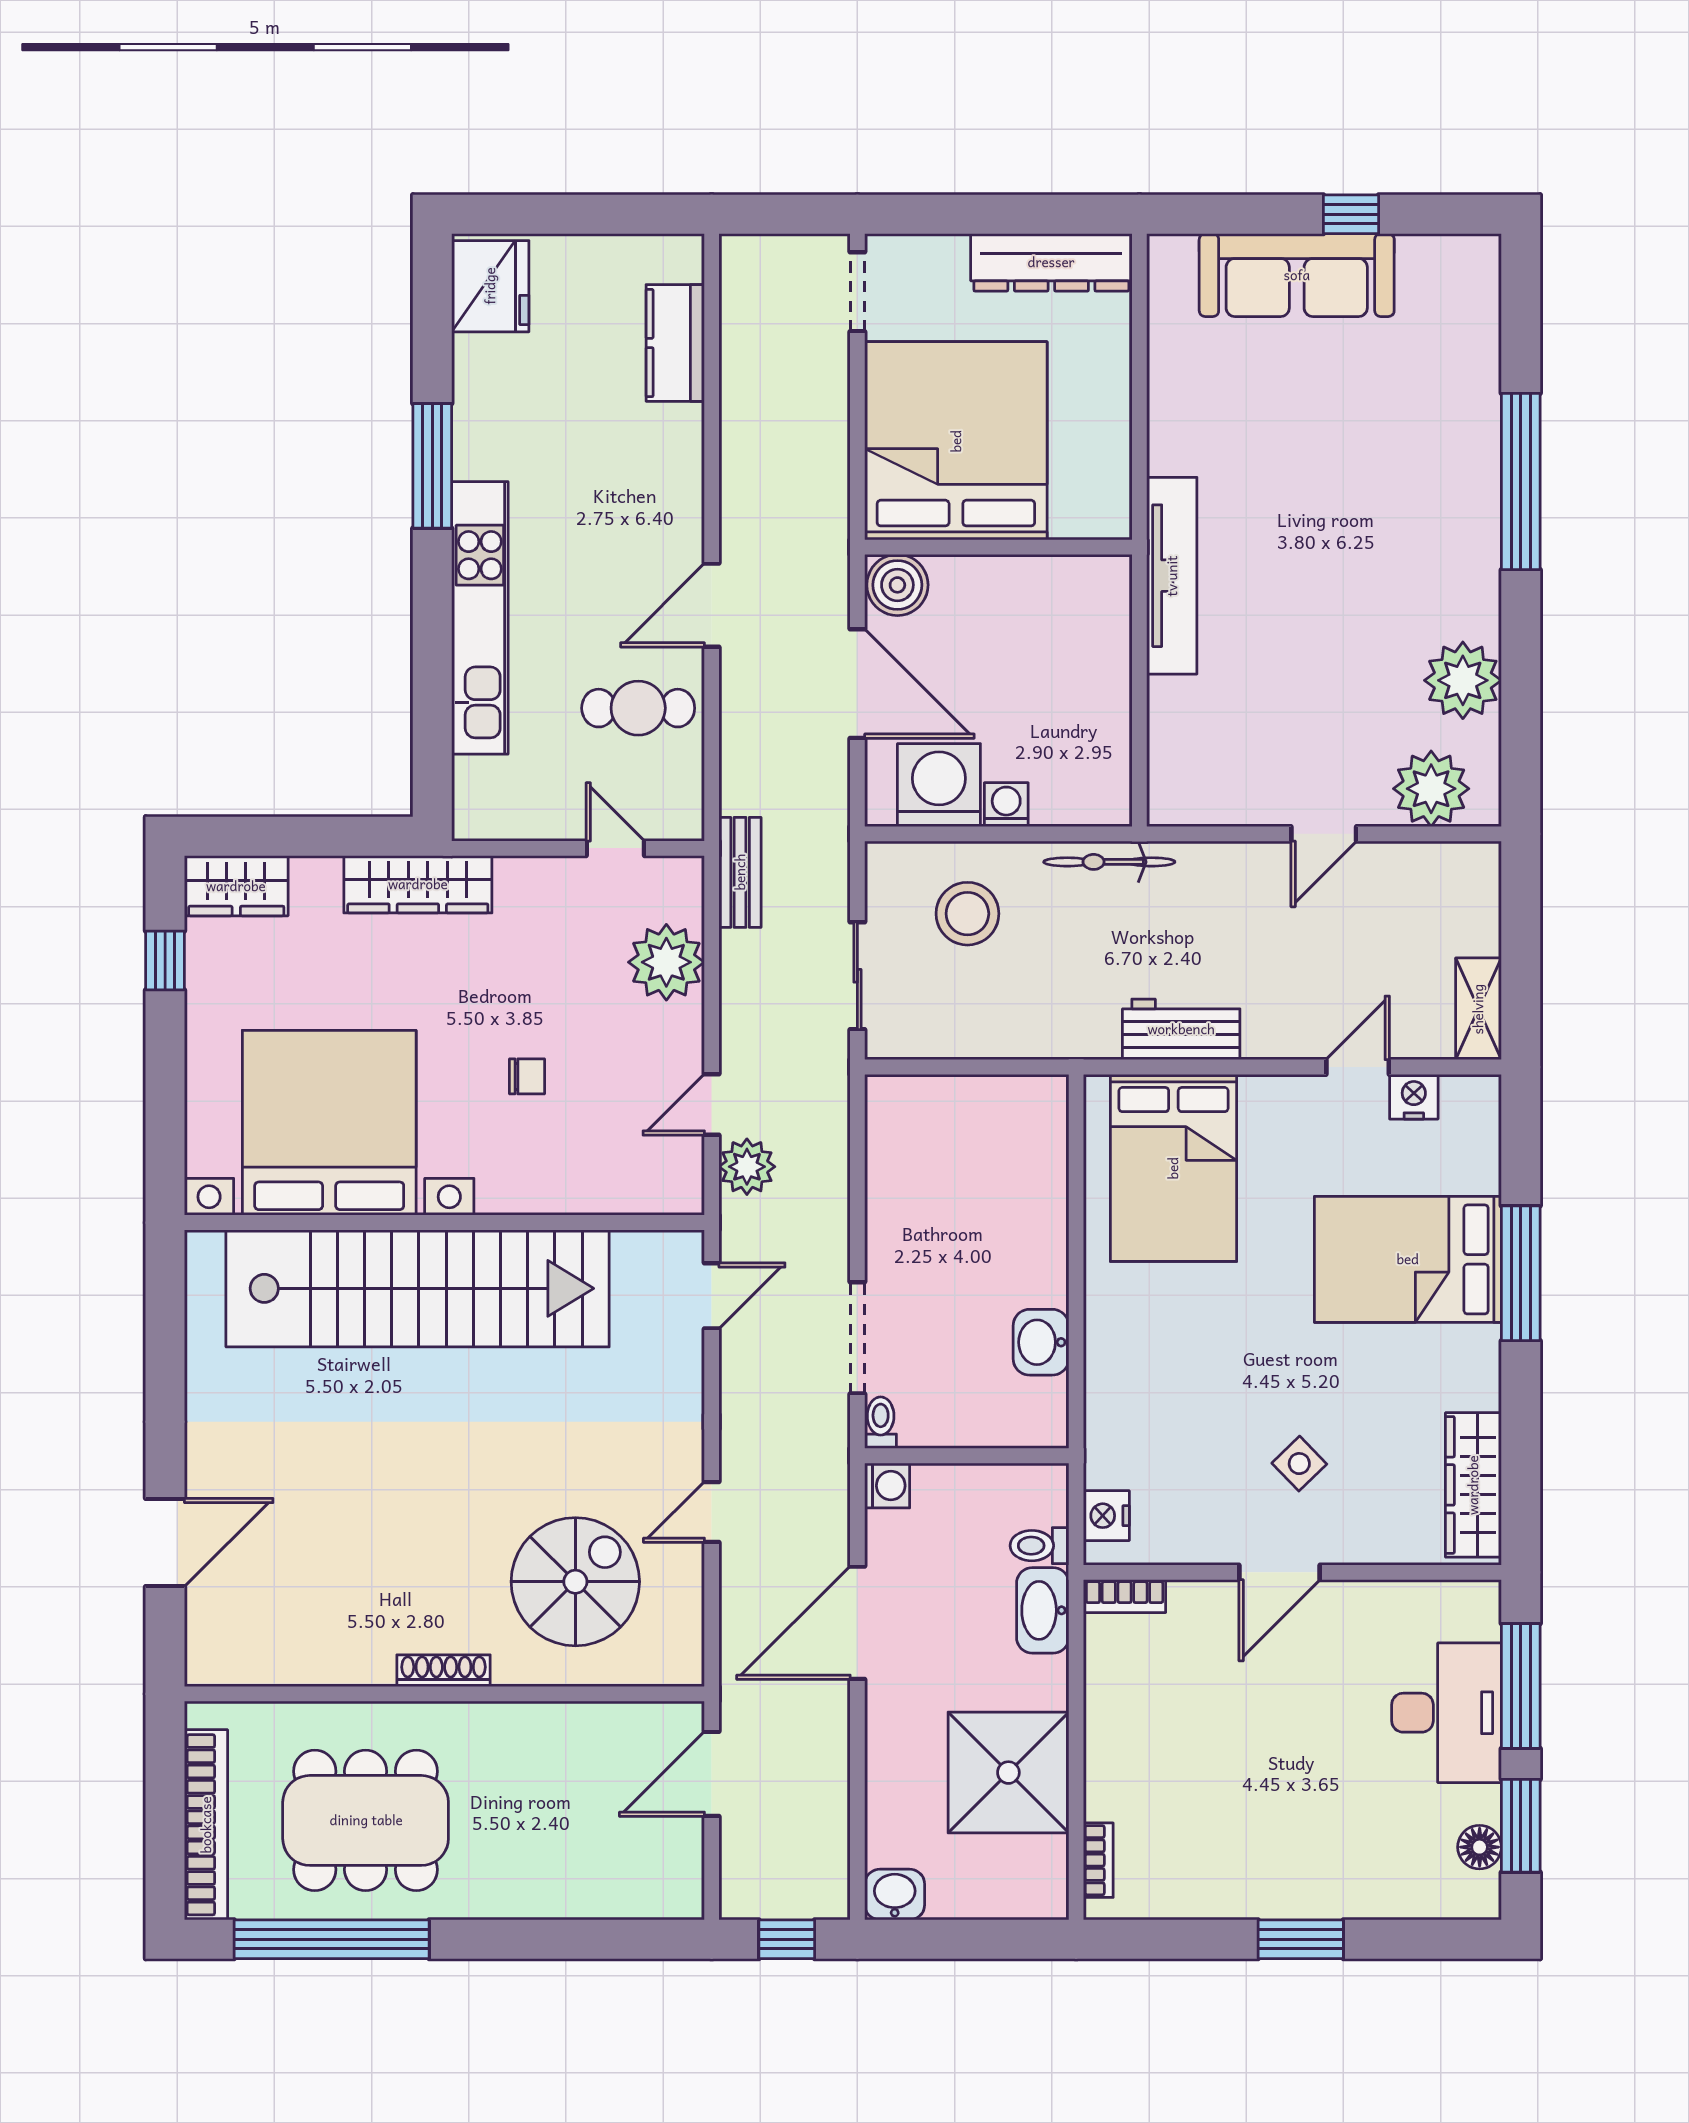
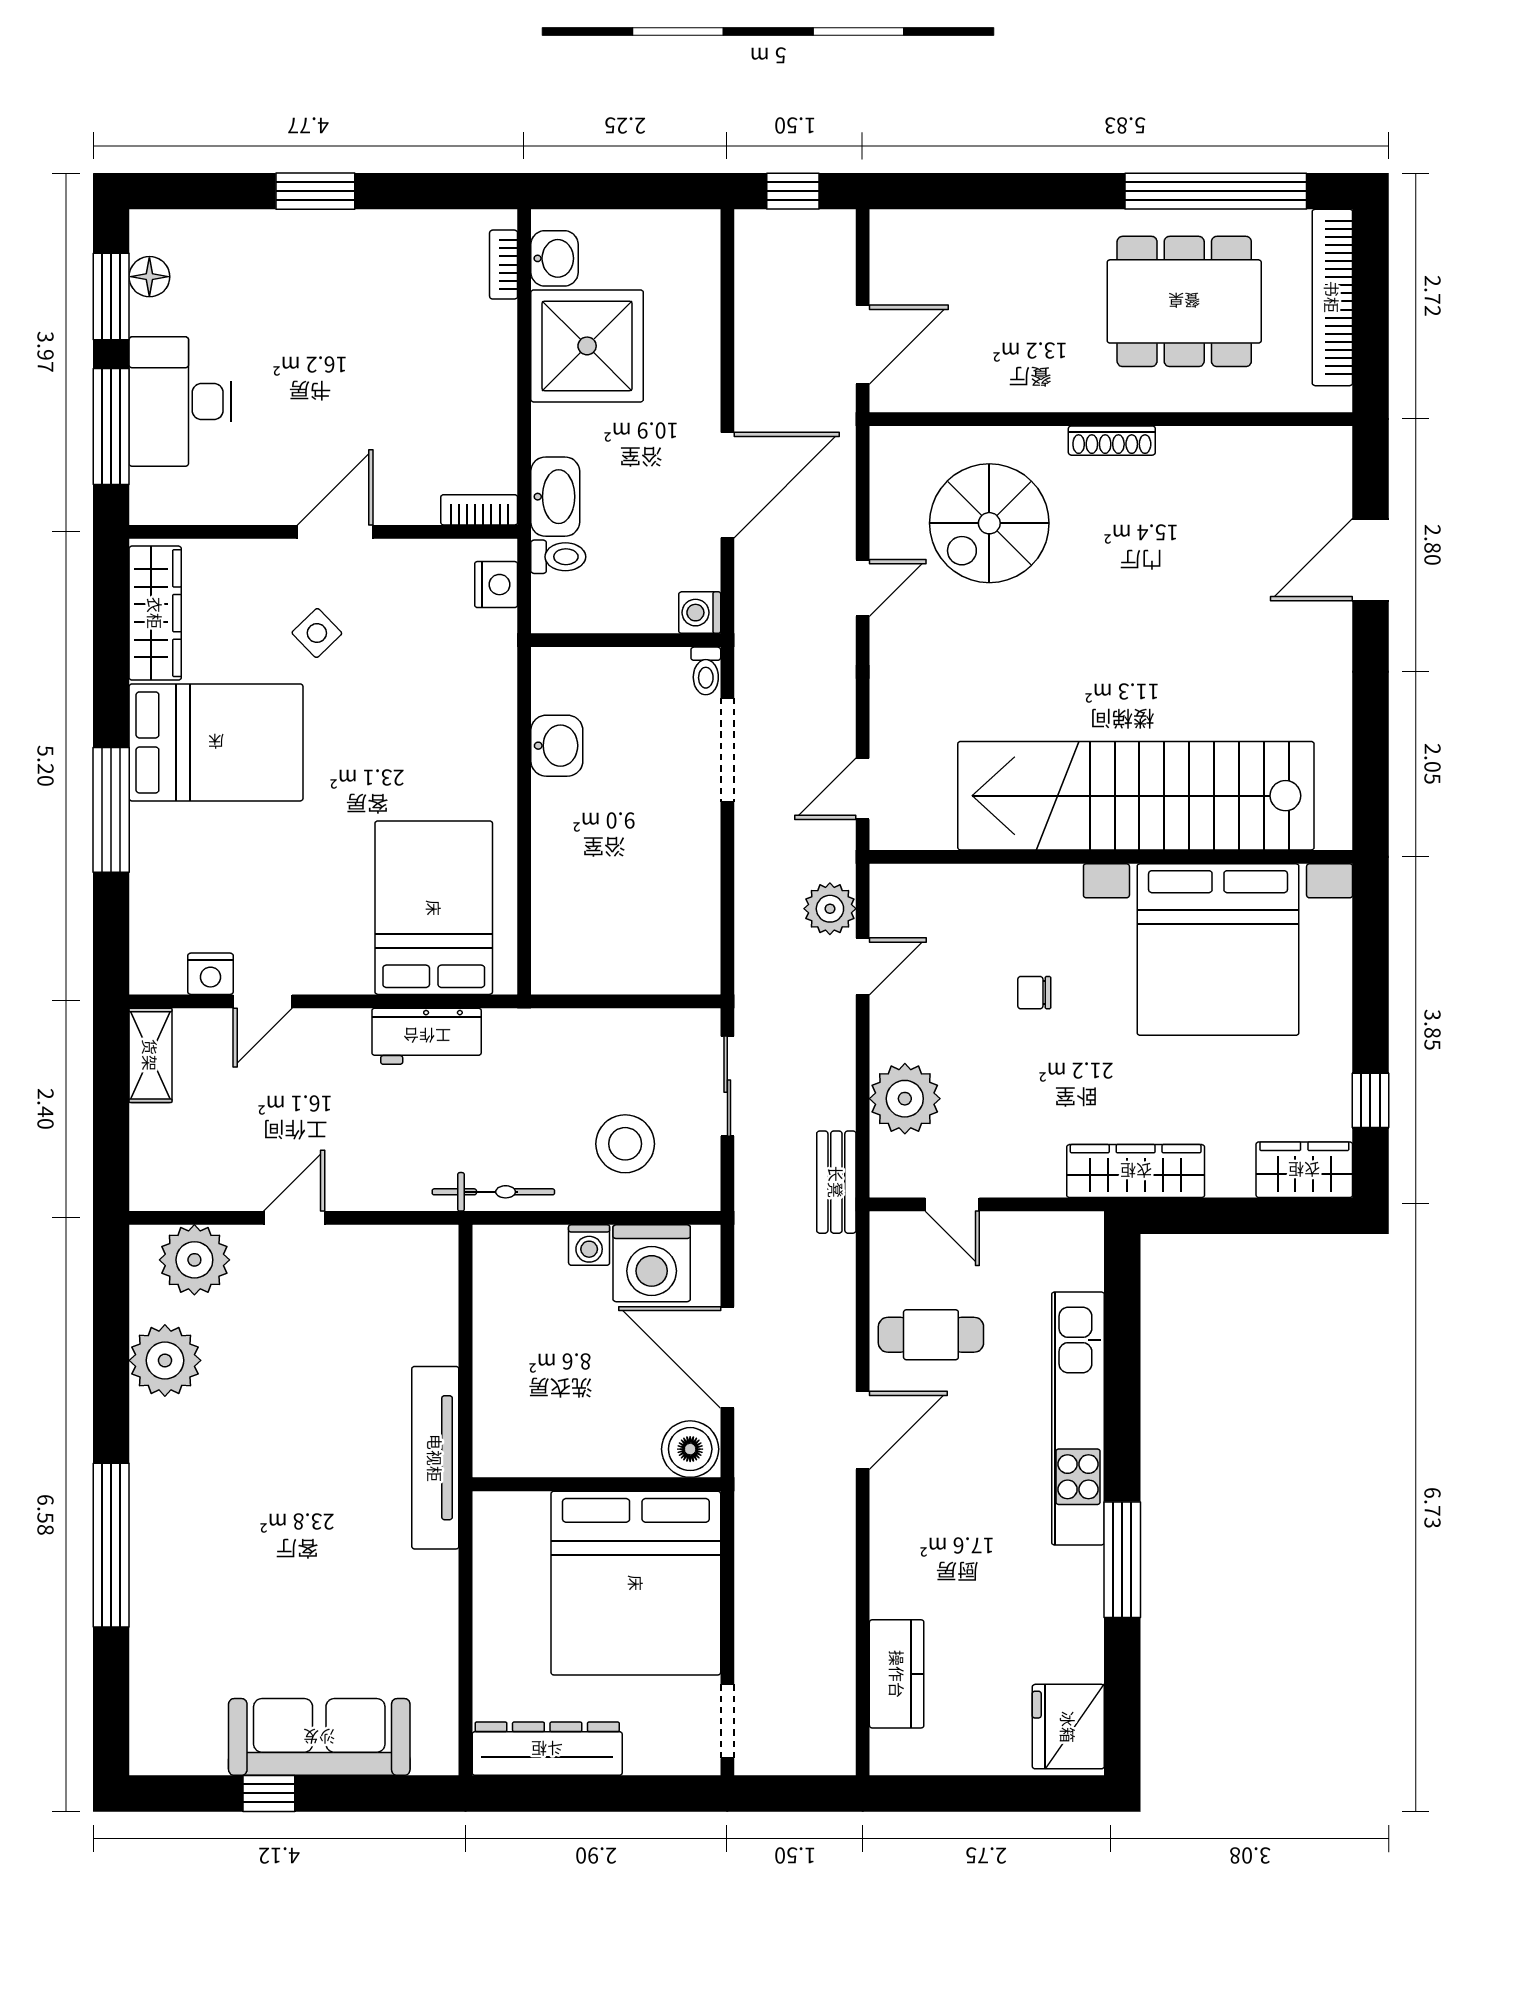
bed: (1408, 1259) -> (216, 742), moved
washbasin: (895, 1894) -> (554, 258), moved, turned -90

